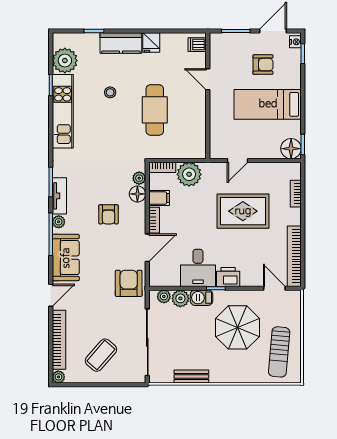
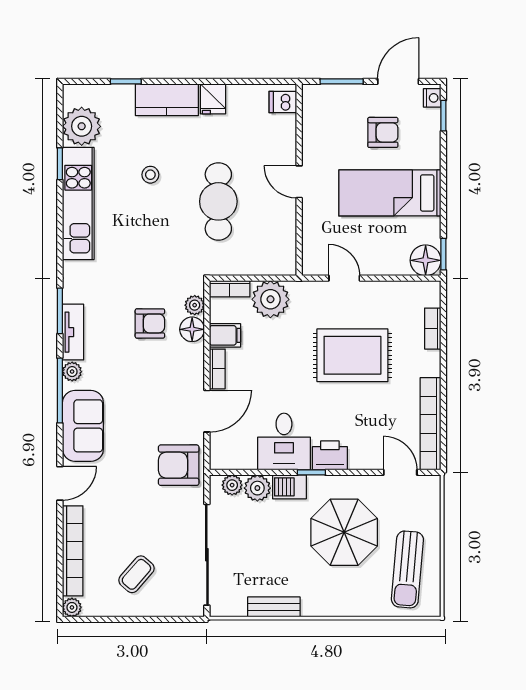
door: (208, 79) -> (299, 182), moved
door: (238, 160) -> (344, 278), swing flipped
armchair: (109, 214) -> (150, 323), moved, turned -90
armchair: (129, 283) -> (179, 465), turned -90
coffee table: (101, 355) -> (136, 574), width x0.73, depth x0.77

